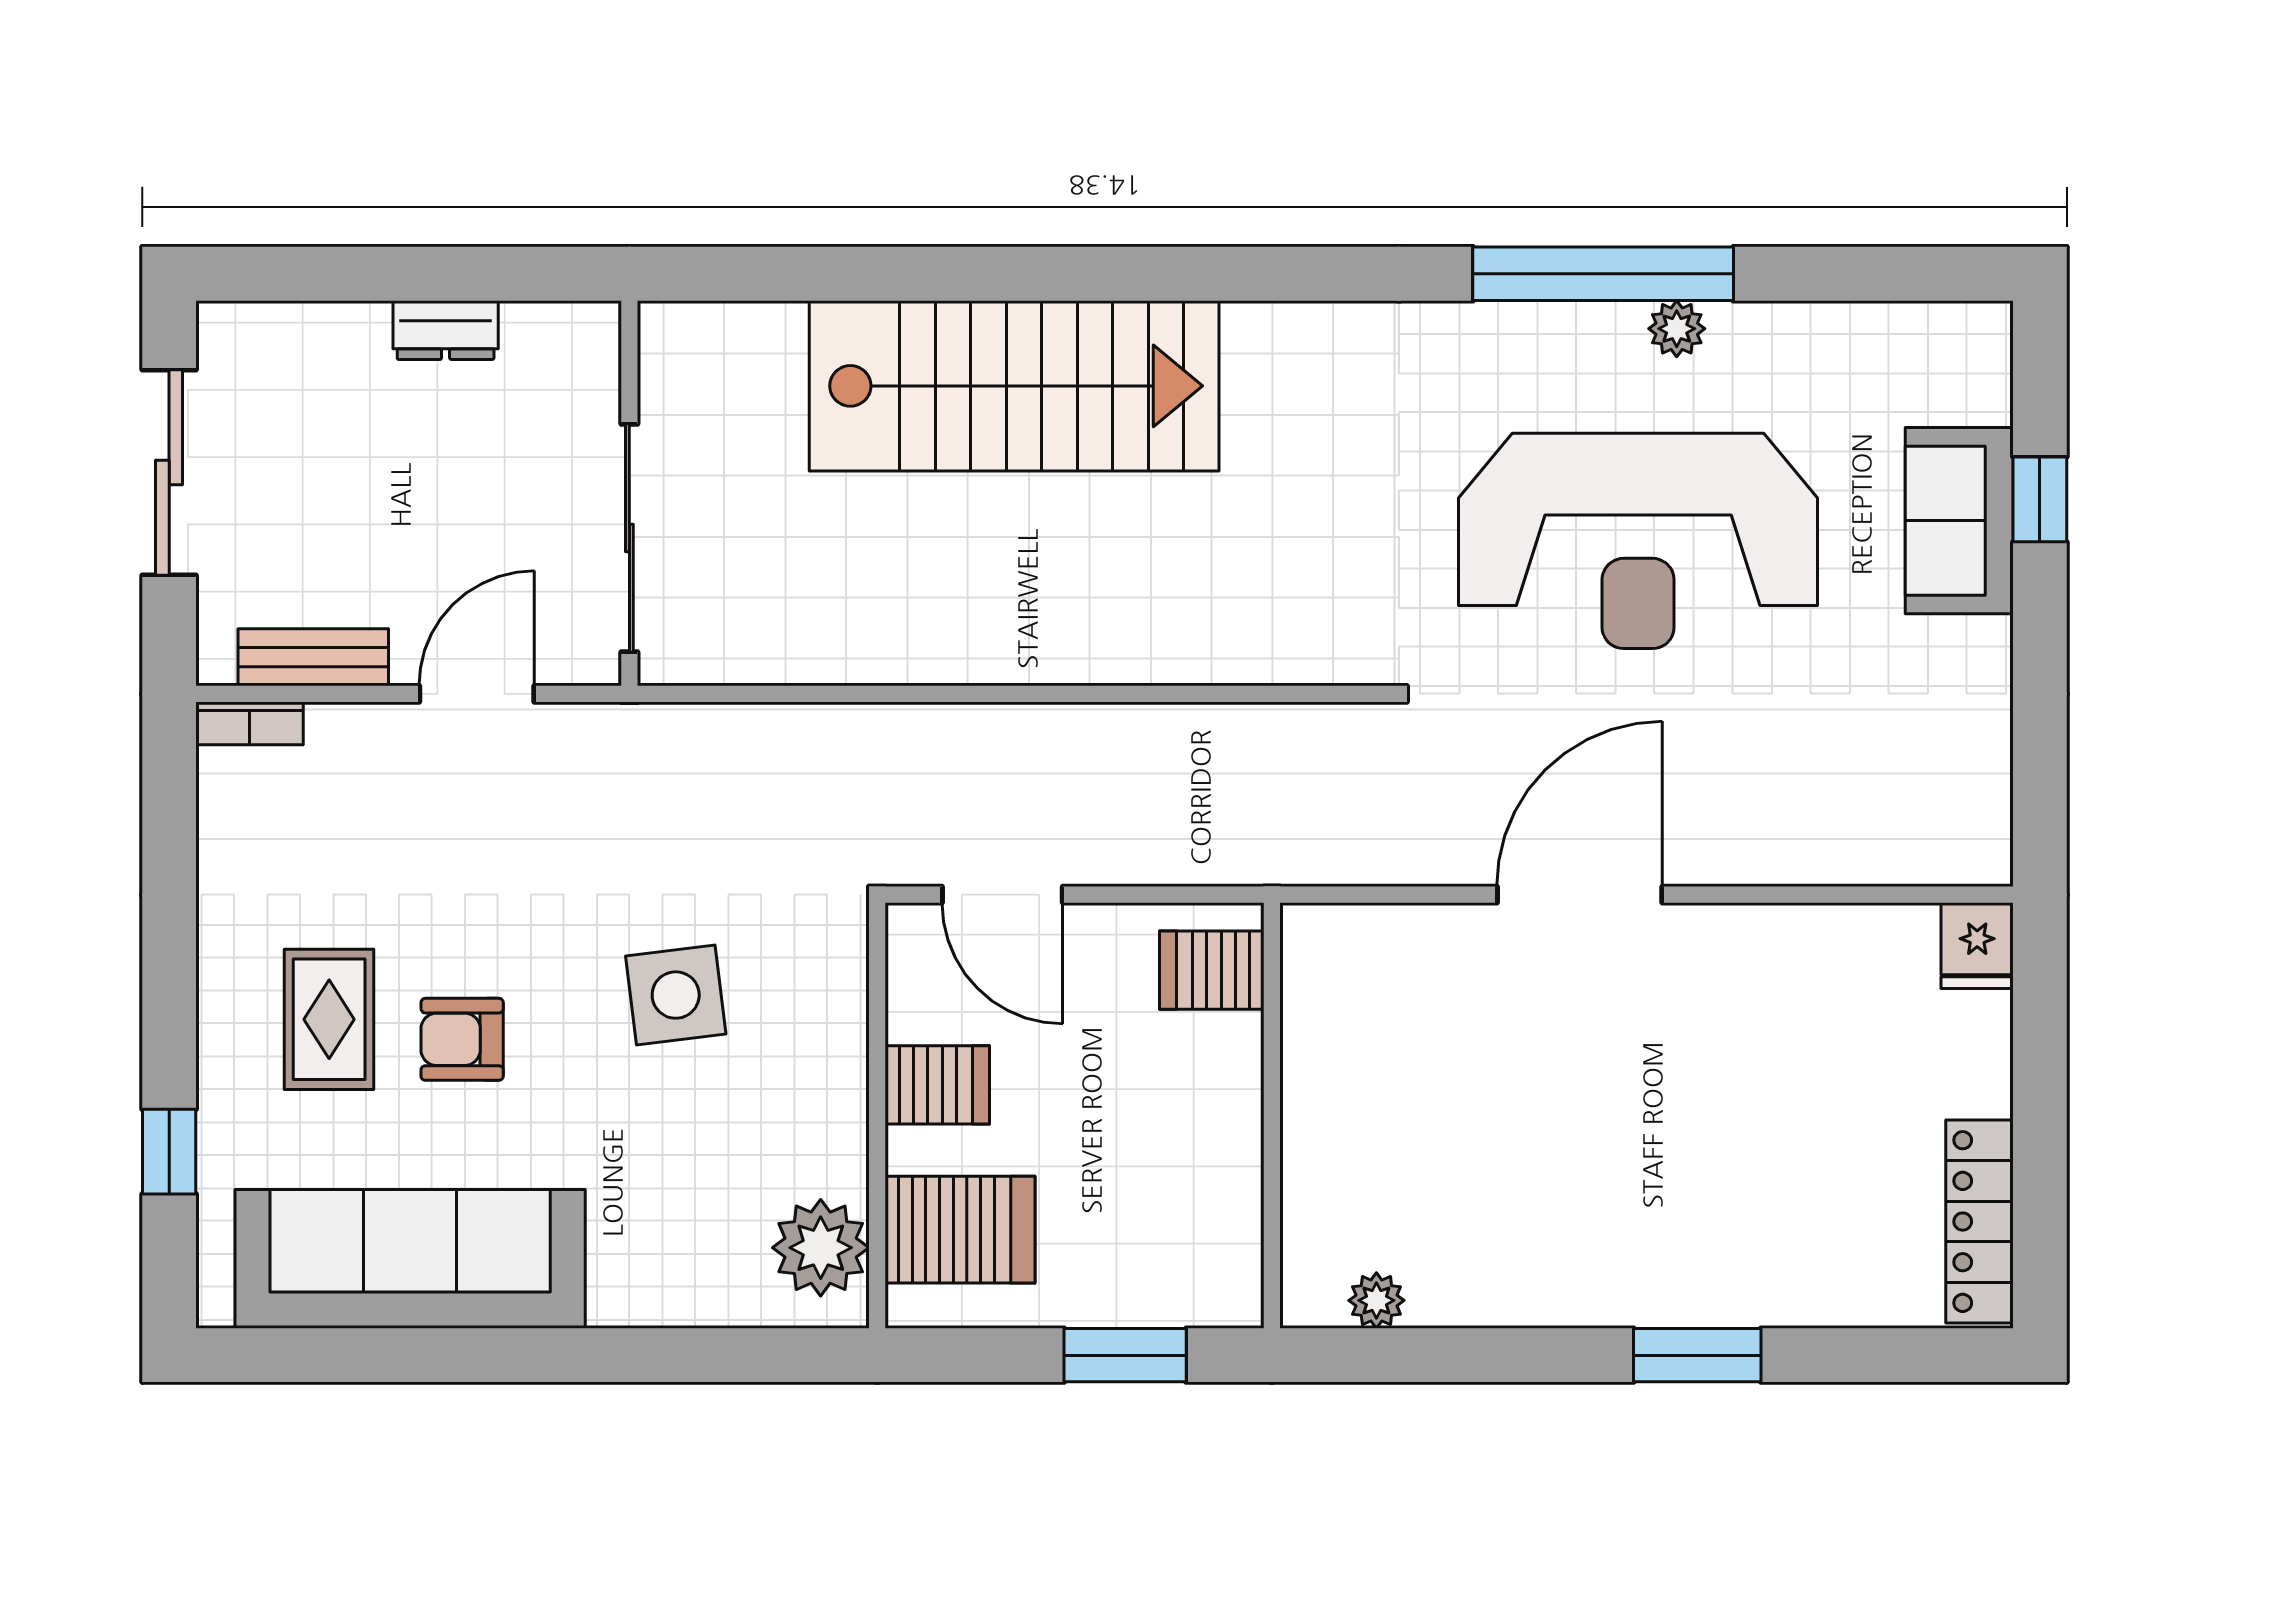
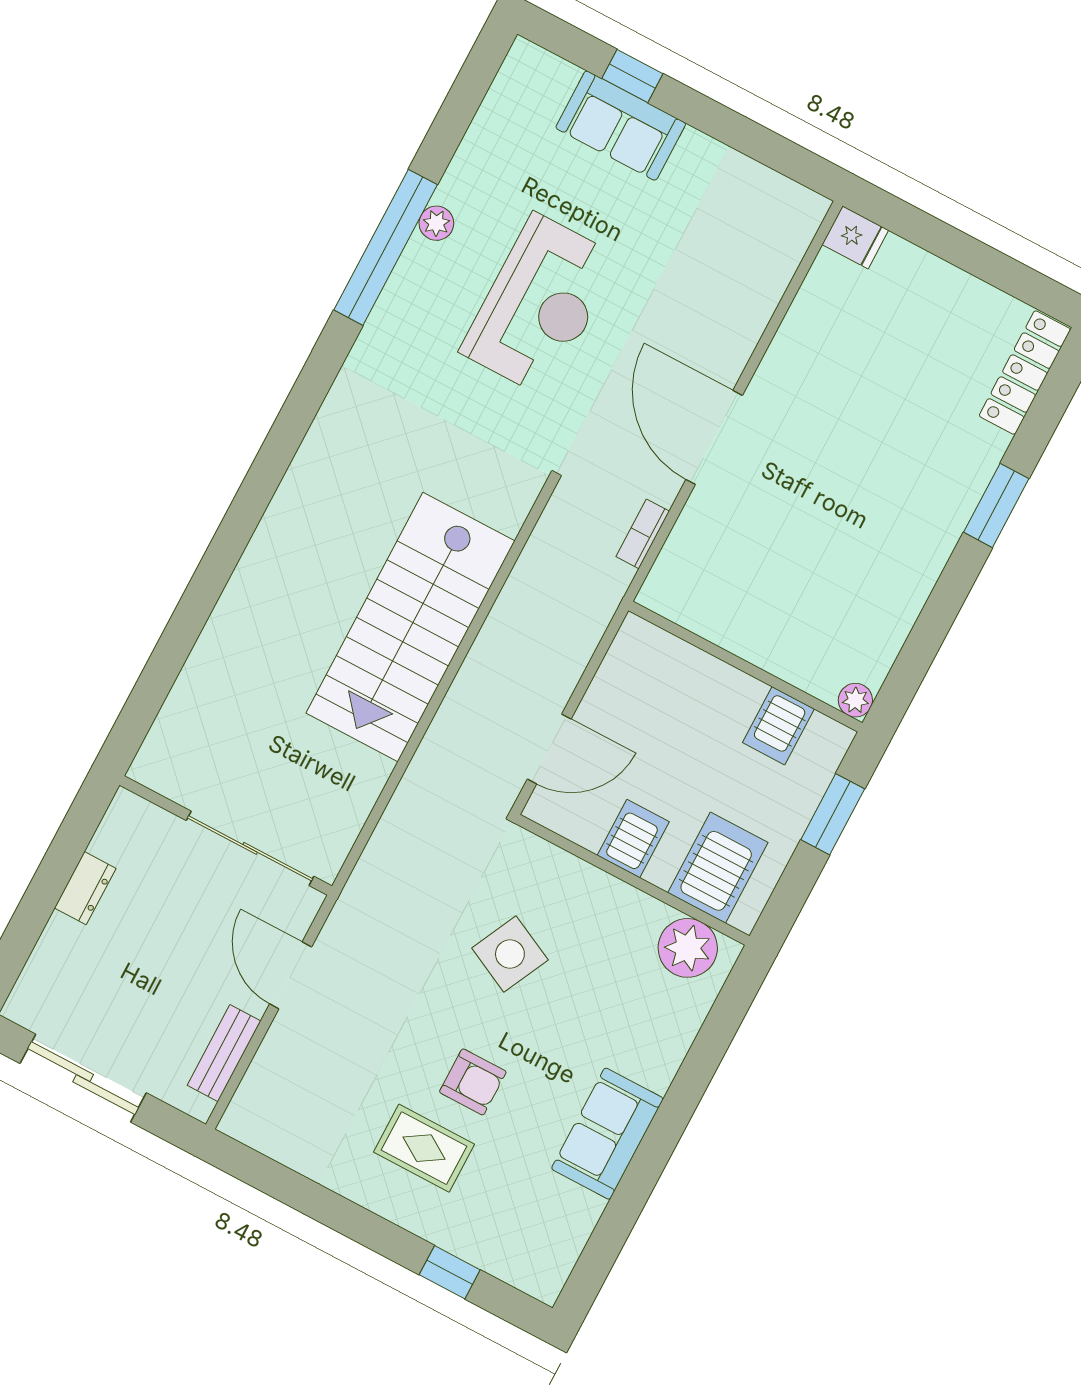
stairs: (1014, 386) -> (410, 627), moved, turned 180
reception desk: (1638, 541) -> (540, 305), width x0.74, depth x0.77
bookcase: (249, 723) -> (643, 534), moved, turned 180
server rack: (1212, 970) -> (778, 726), moved
side table: (676, 995) -> (510, 954), turned 33
armchair: (462, 1039) -> (473, 1082), turned -90
locker: (1980, 1222) -> (1025, 373), moved, turned 90
sofa: (410, 1259) -> (607, 1134), width x0.54, depth x0.79
plant: (1376, 1300) -> (855, 700), moved

